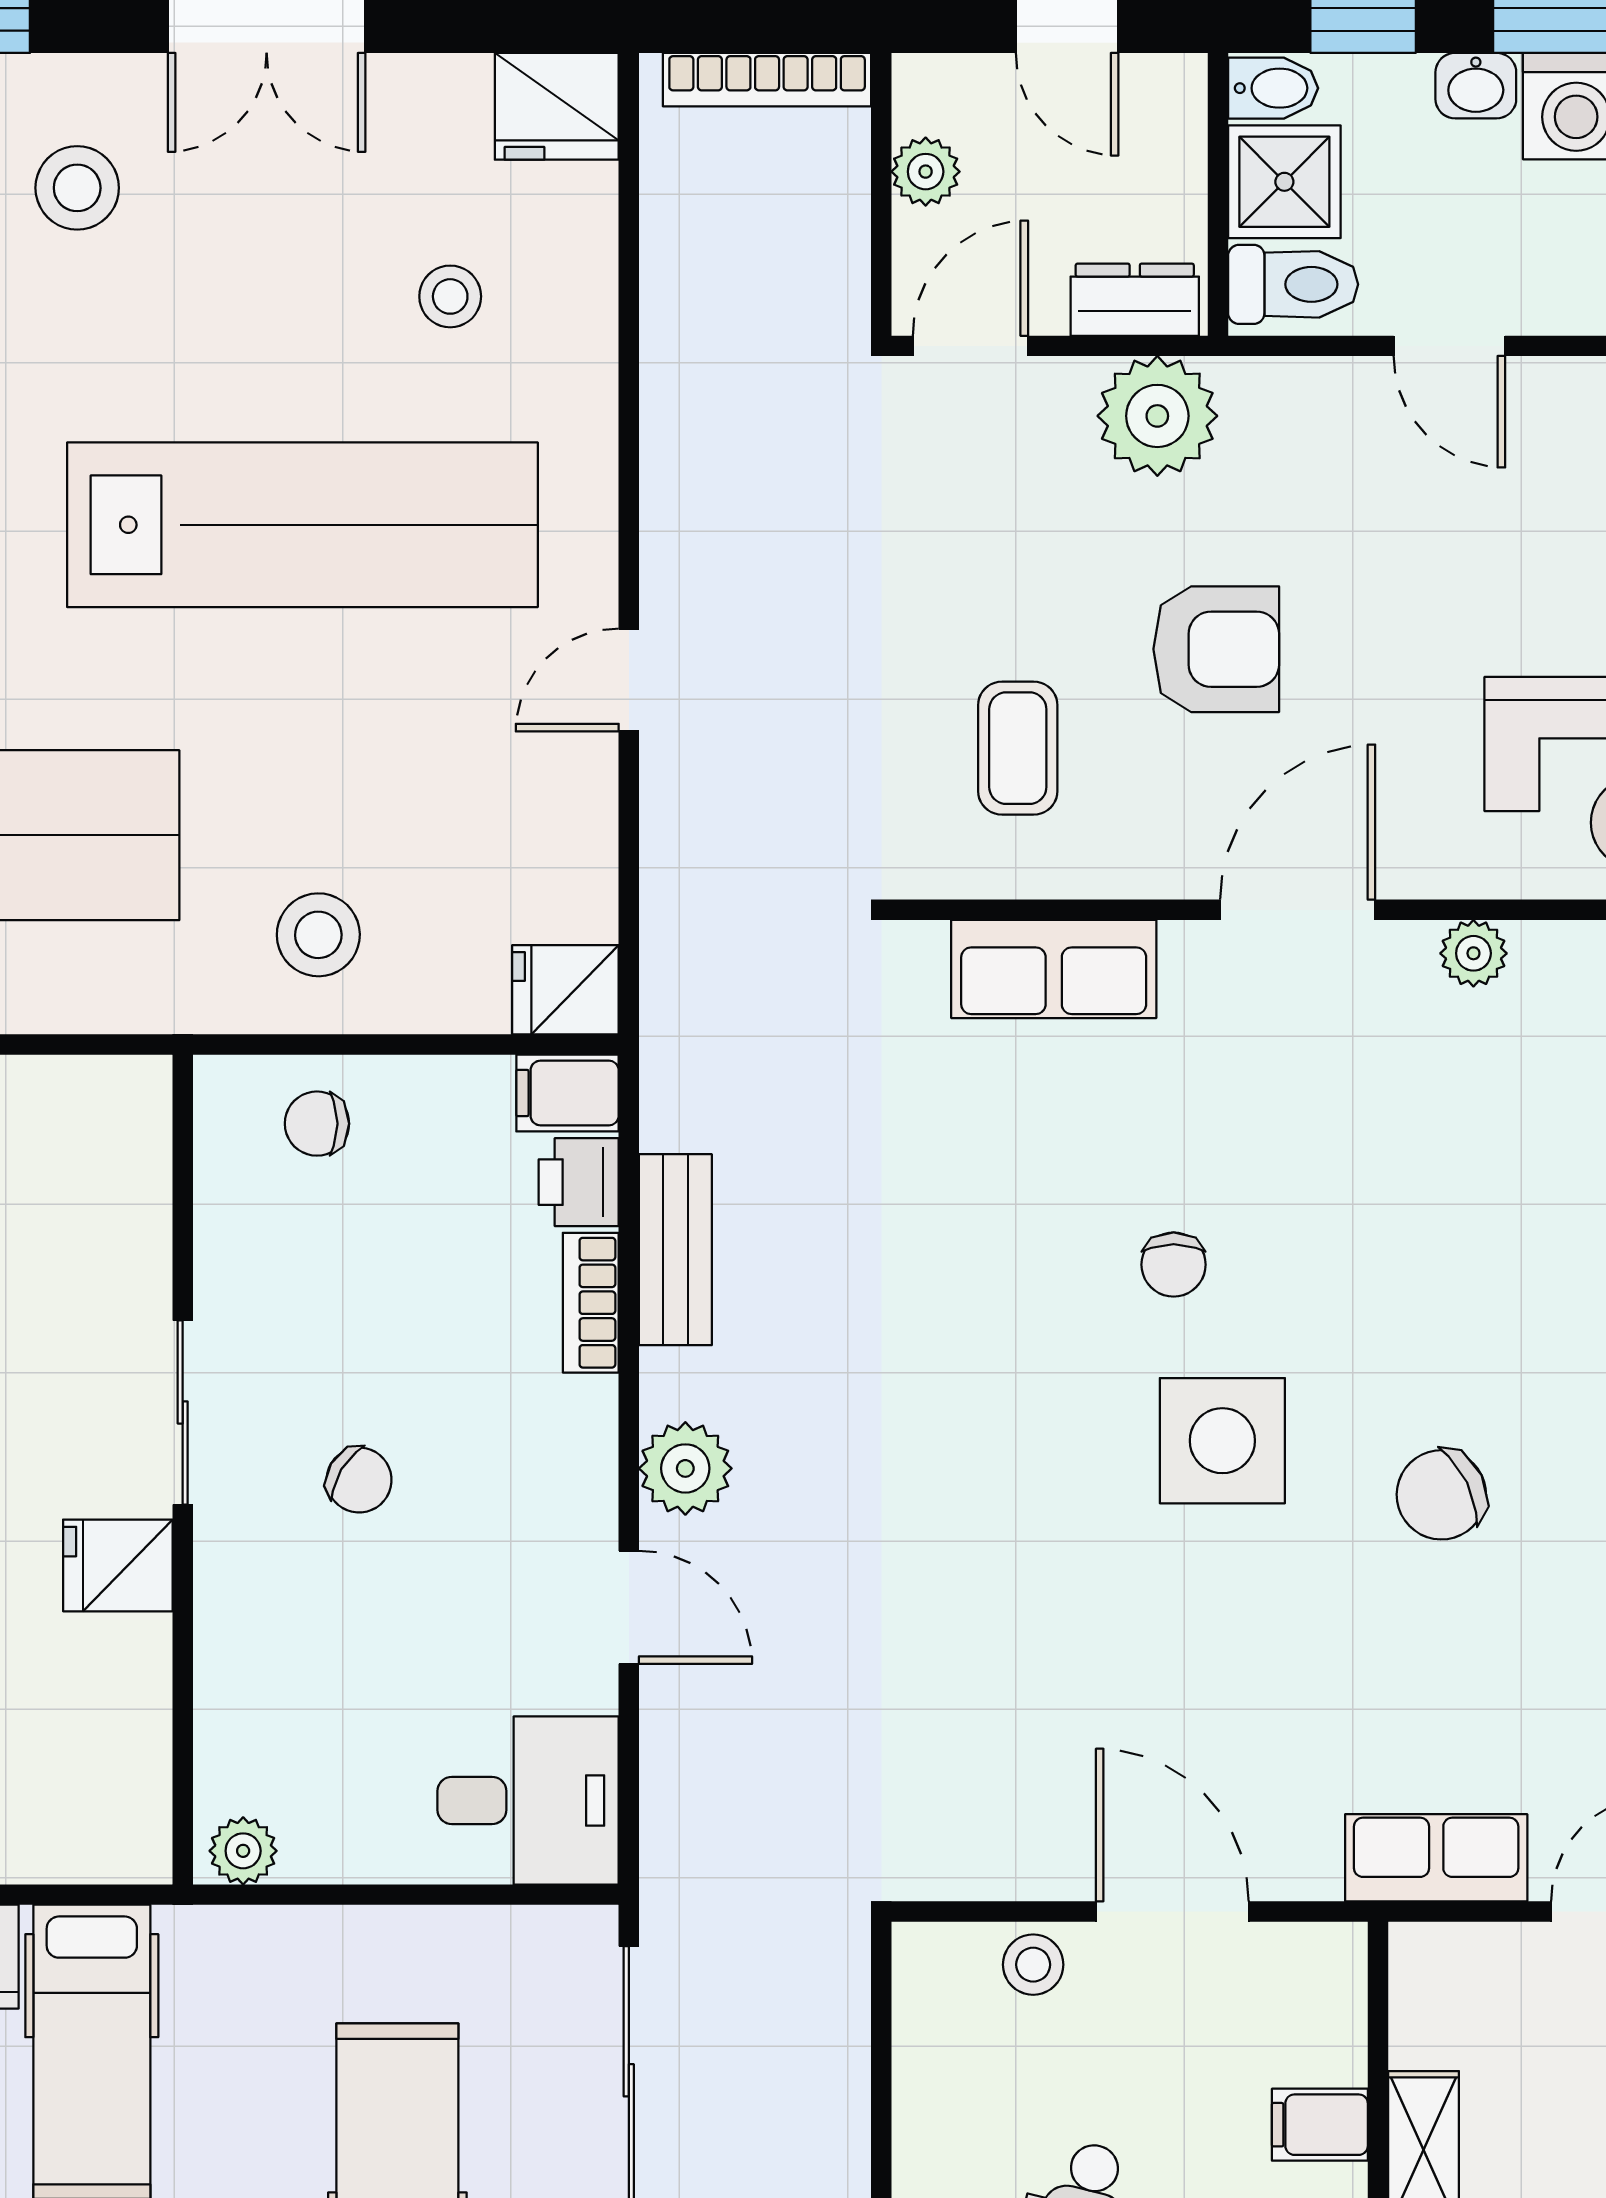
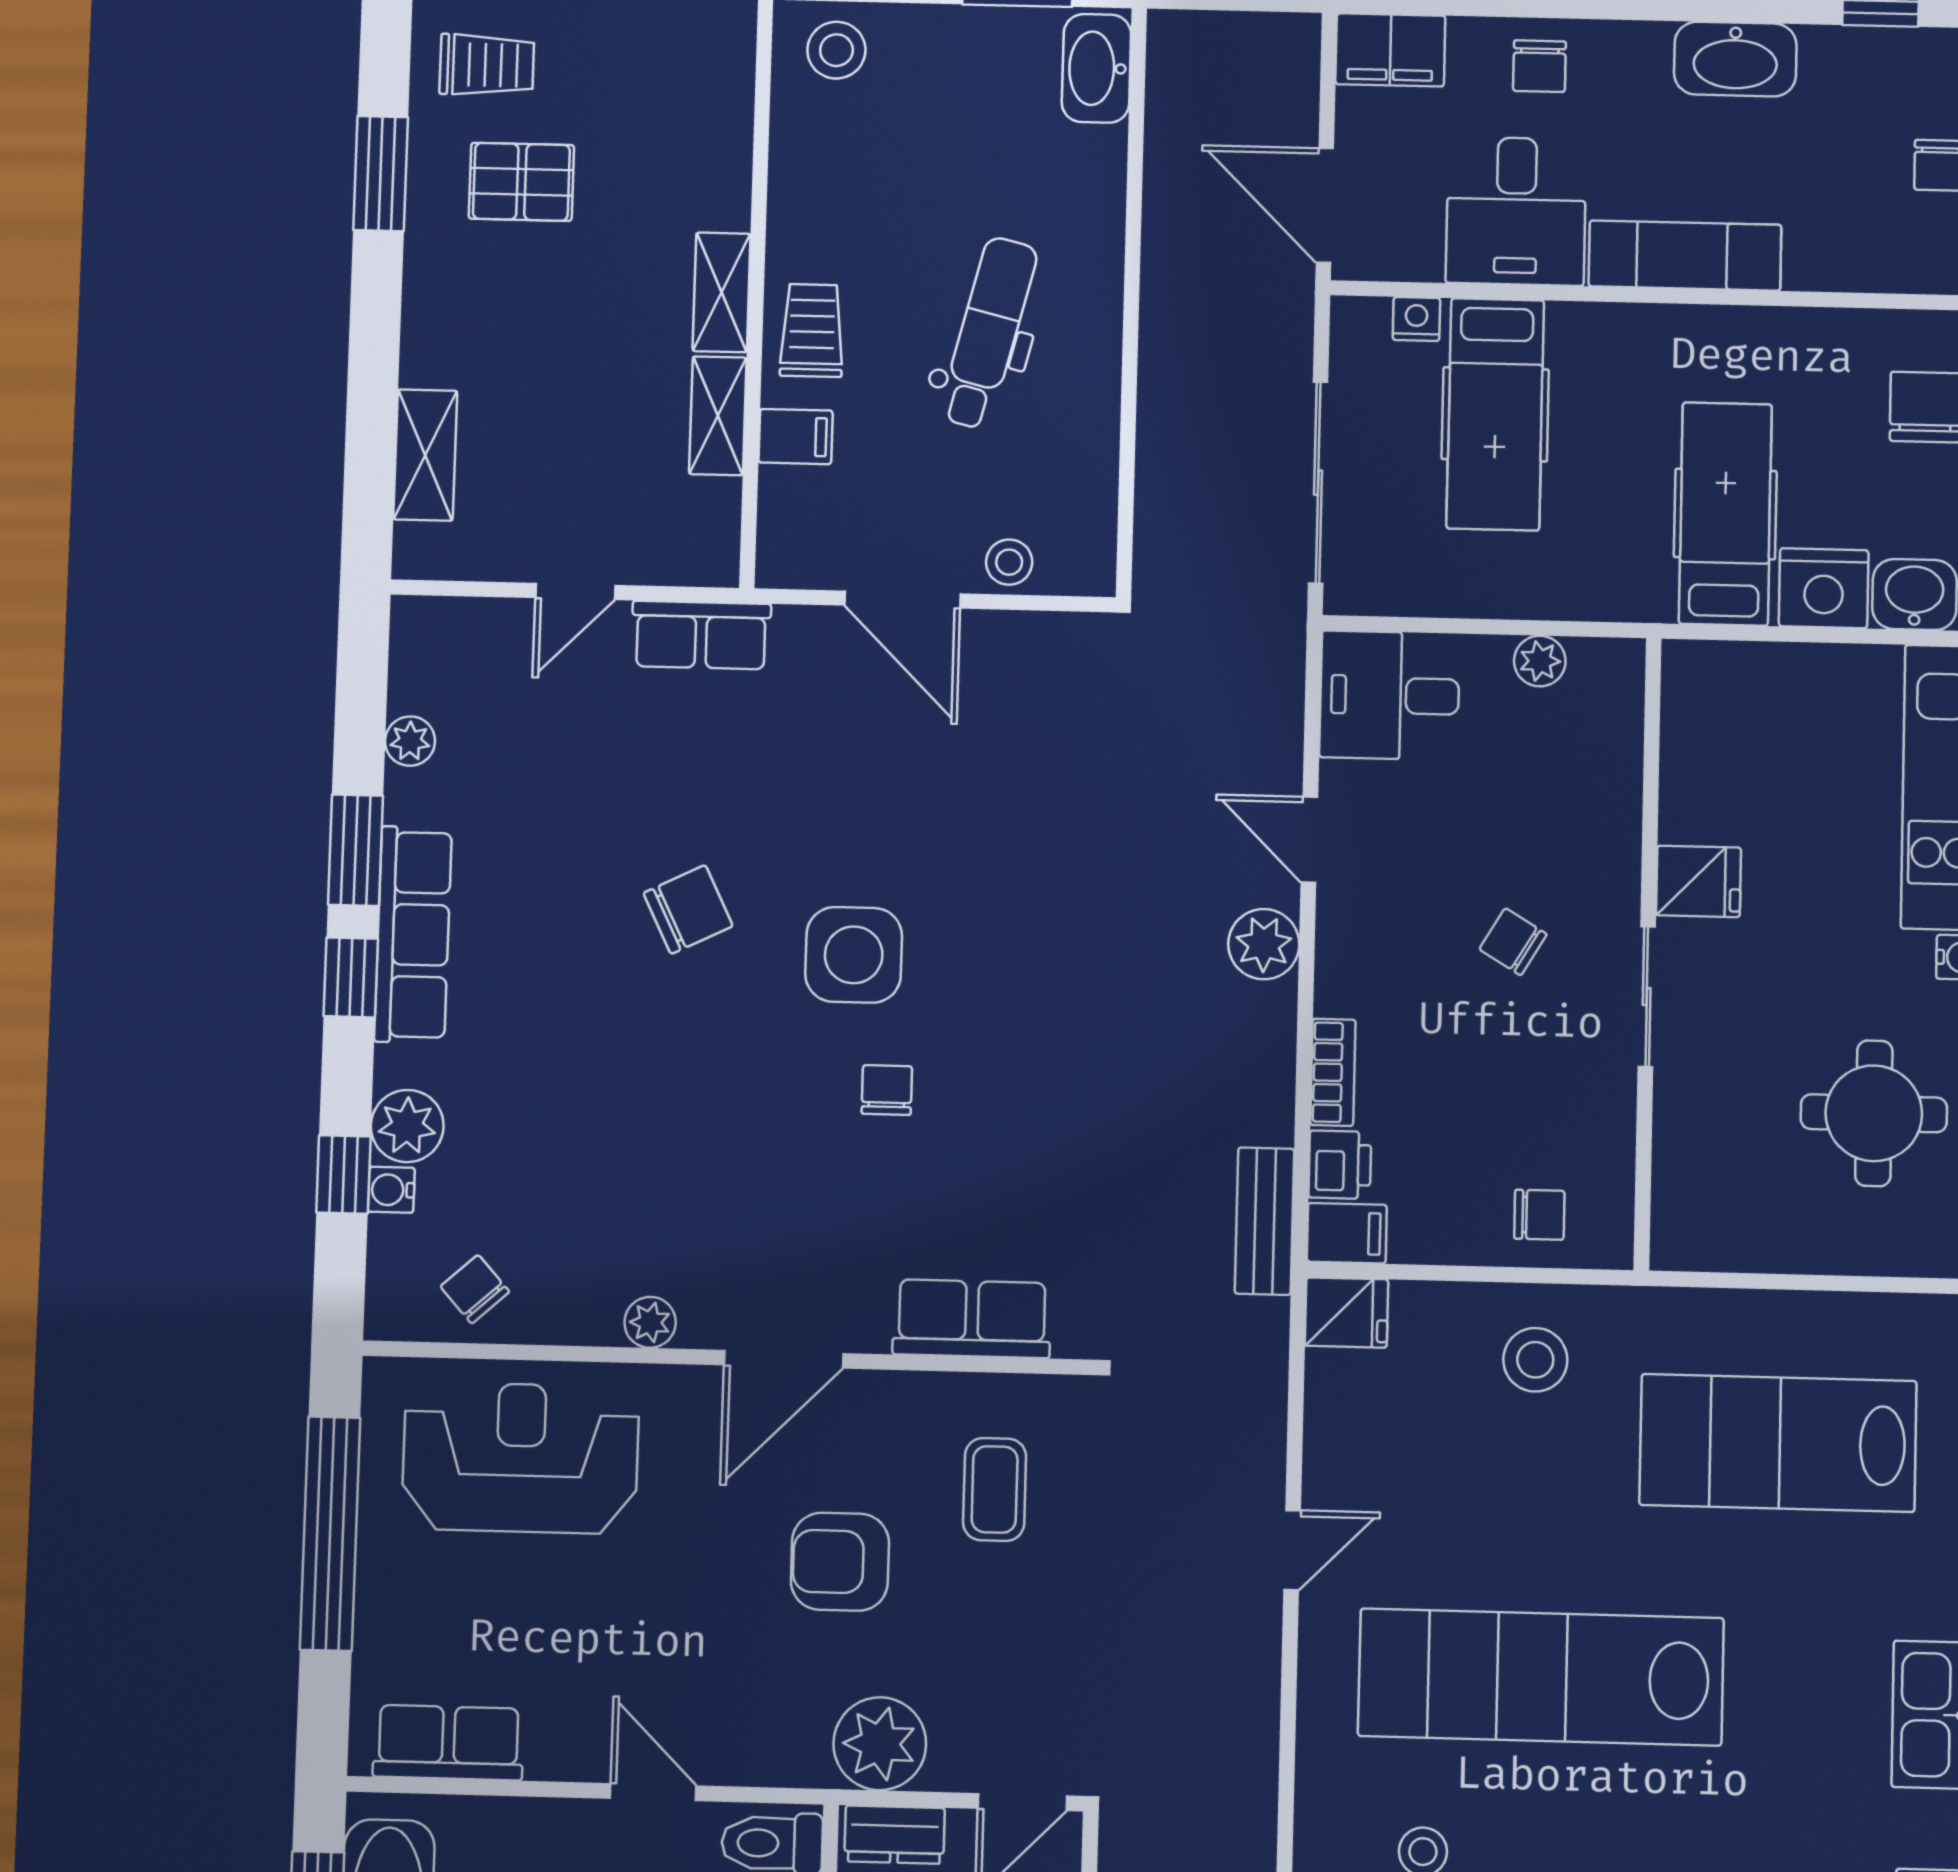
bench: (675, 1250) -> (1264, 1221), moved
plant: (243, 1851) -> (1540, 661), moved

